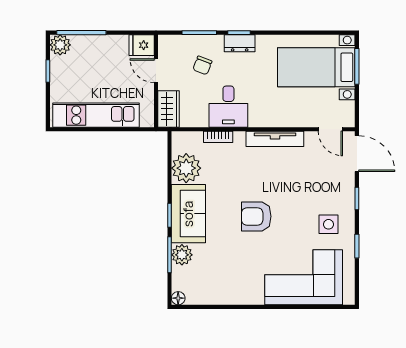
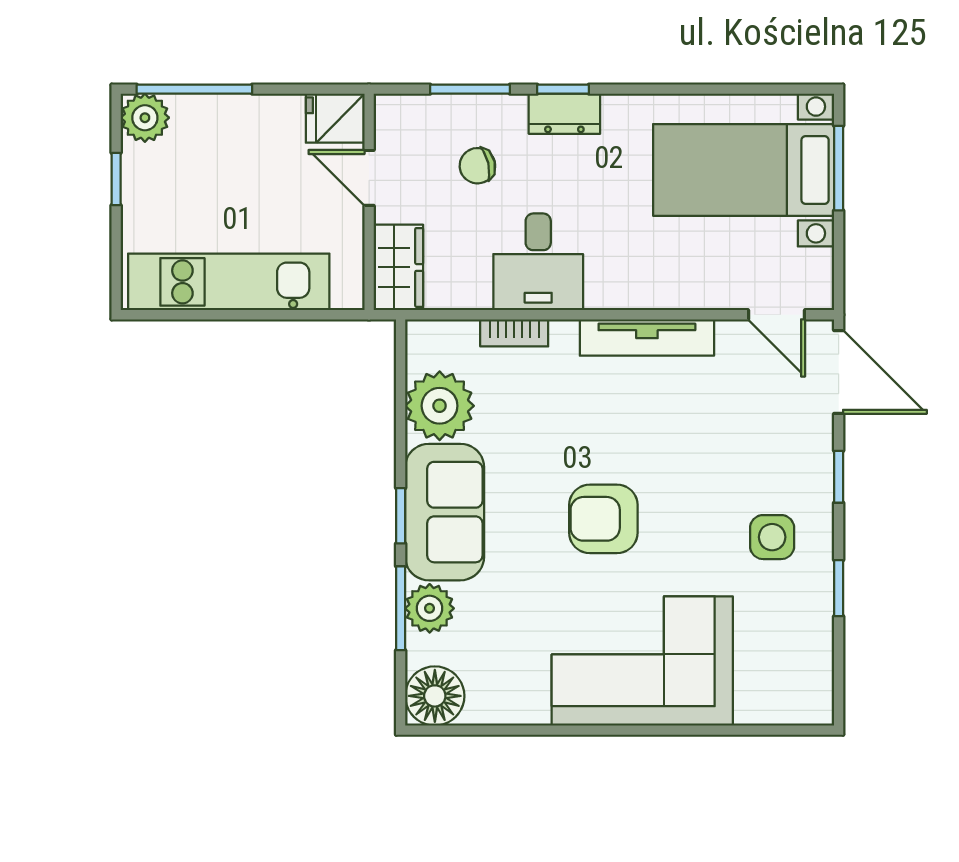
chair: (202, 65) -> (477, 166), turned 56
corner sofa: (304, 277) -> (642, 661), moved
floor lamp: (178, 298) -> (435, 696), width x1.89, depth x1.89

